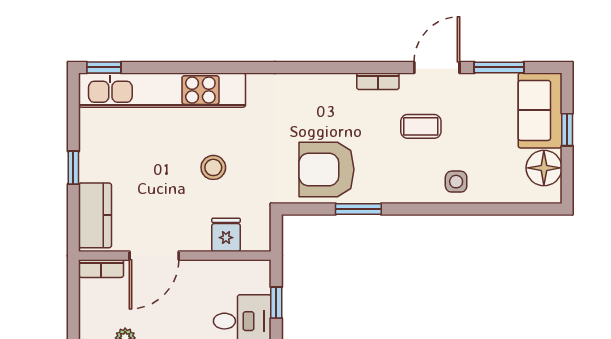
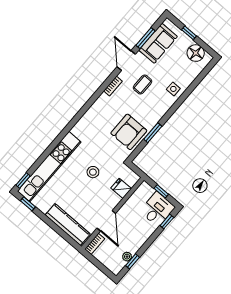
sofa: (540, 110) -> (158, 43), moved, turned -90
window: (73, 168) -> (28, 204), moved
kitchen counter: (95, 215) -> (68, 224), width x1.50

